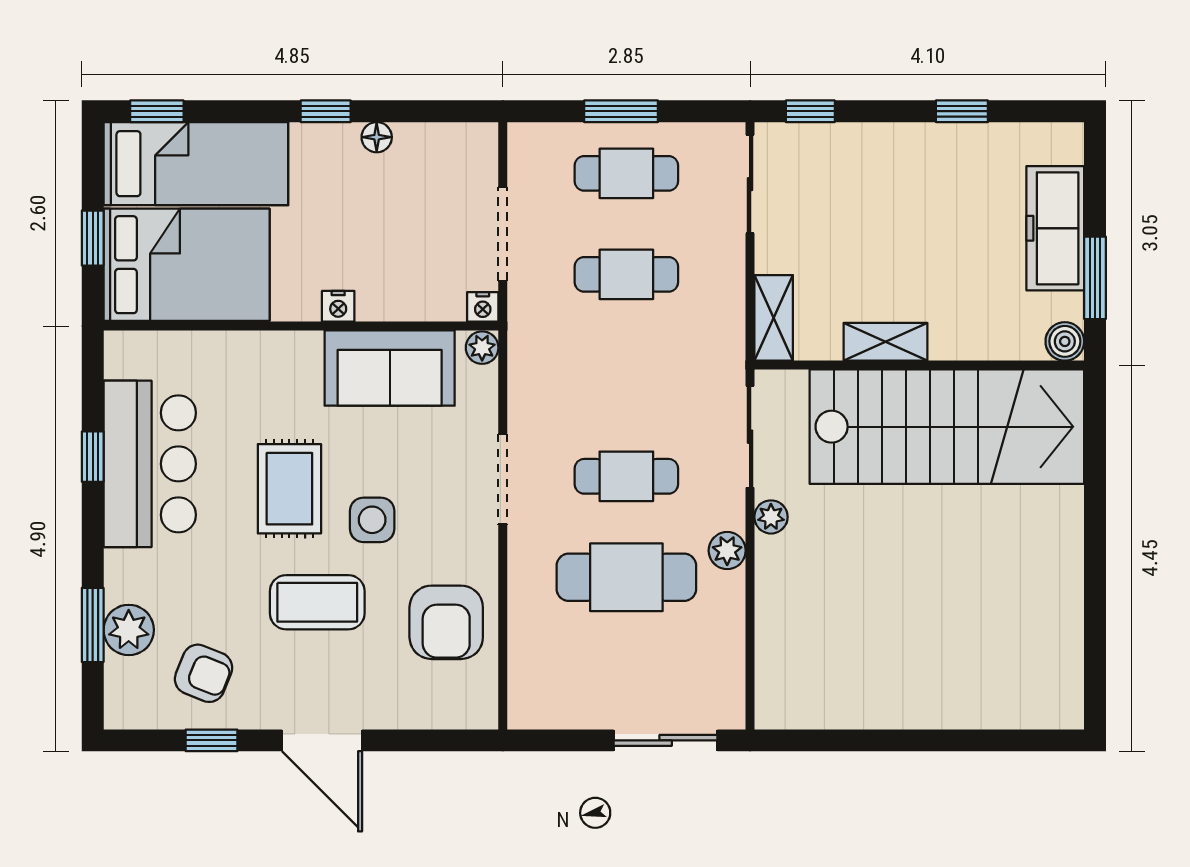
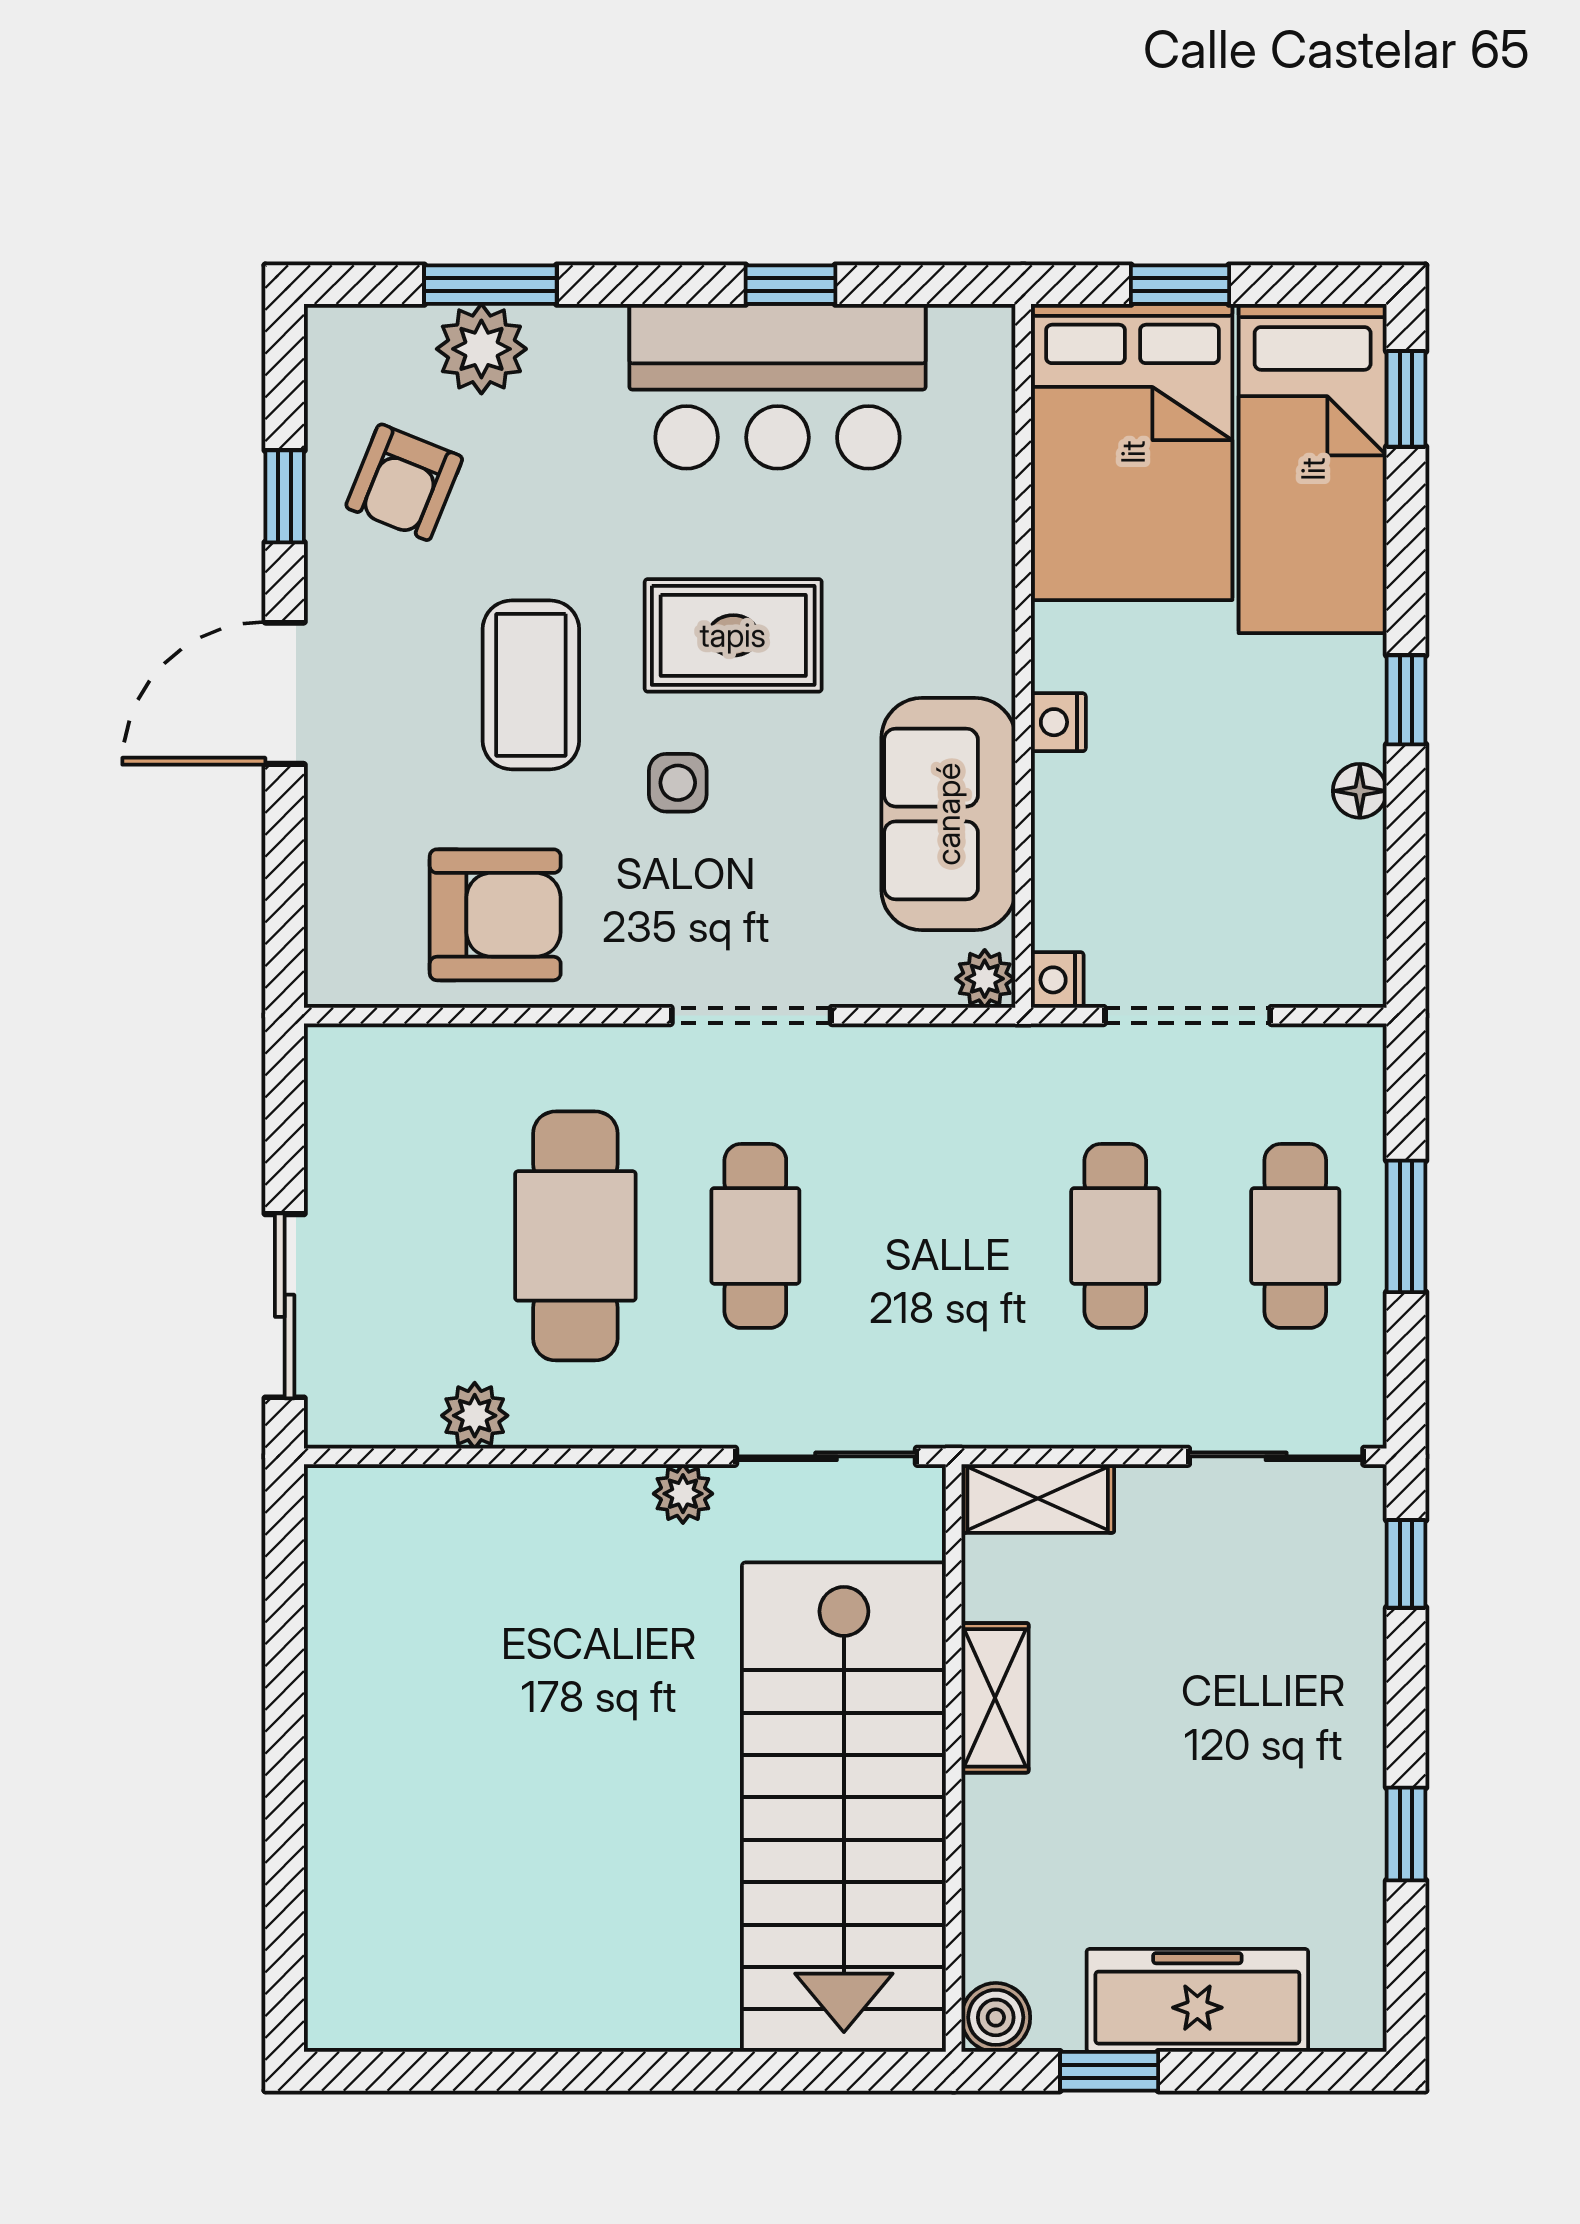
window: (1095, 278) -> (1109, 2071), width x0.67
side table: (372, 520) -> (678, 783), width x0.73, depth x0.73
plant: (727, 551) -> (475, 1416), moved
armchair: (446, 622) -> (495, 915), turned 180

